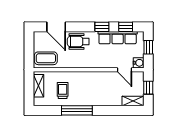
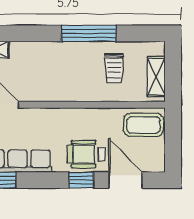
window: (102, 27) -> (81, 180), moved
wheelchair: (78, 42) -> (87, 154), turned 180

